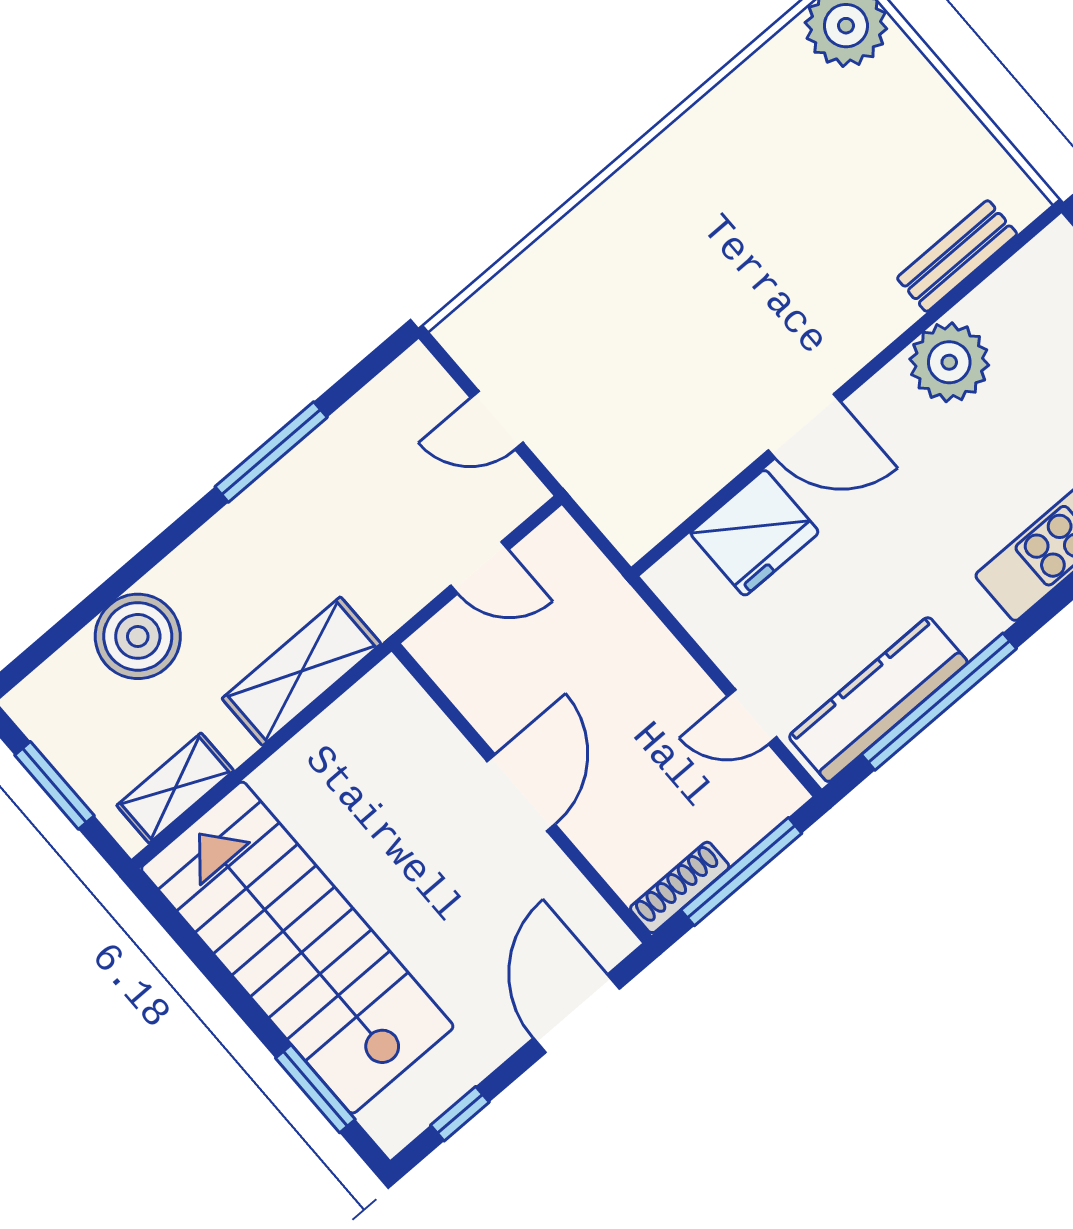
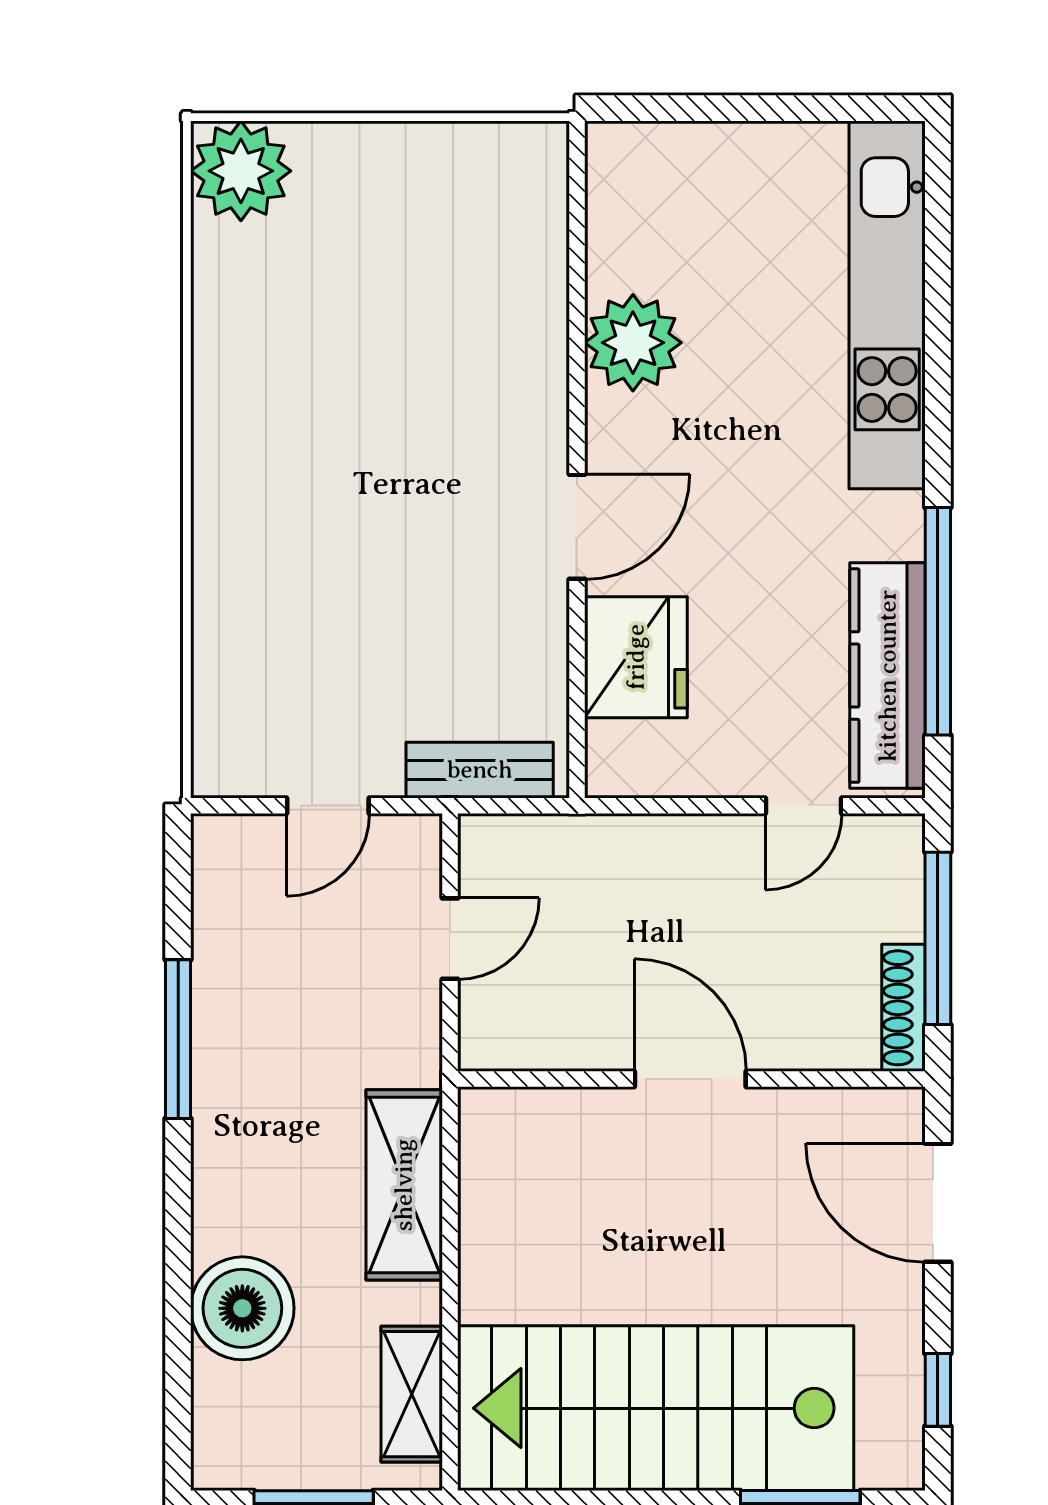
bench: (957, 256) -> (480, 770), moved, turned 90

